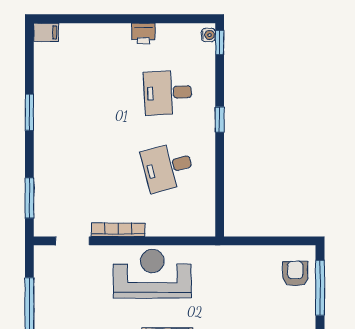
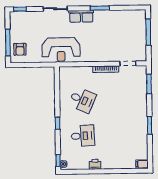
desk: (168, 167) -> (82, 100), turned 39
reception desk: (152, 274) -> (61, 50), moved

